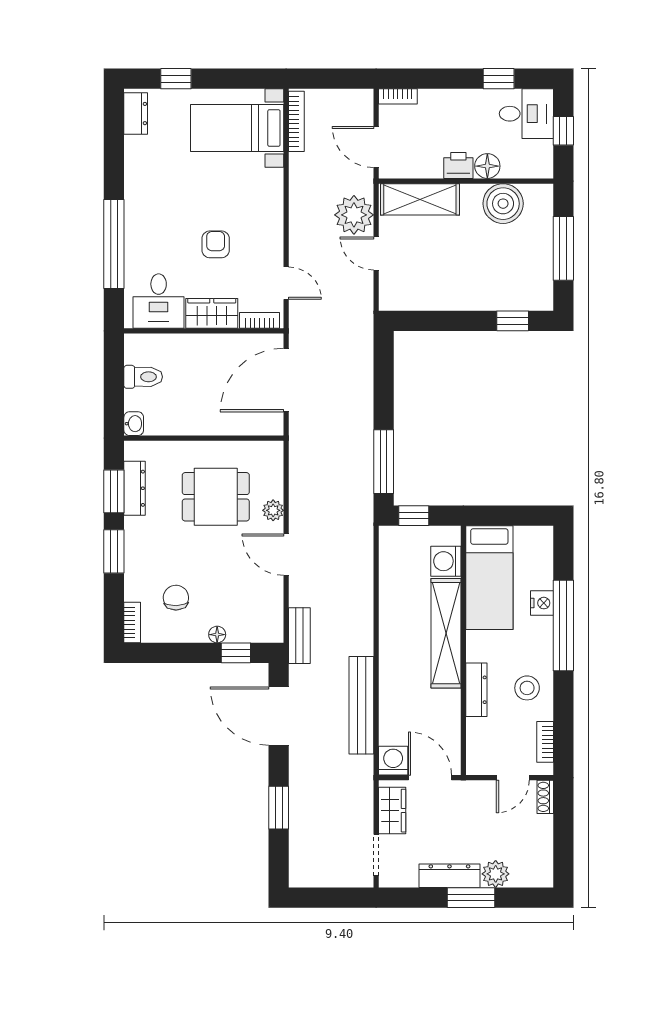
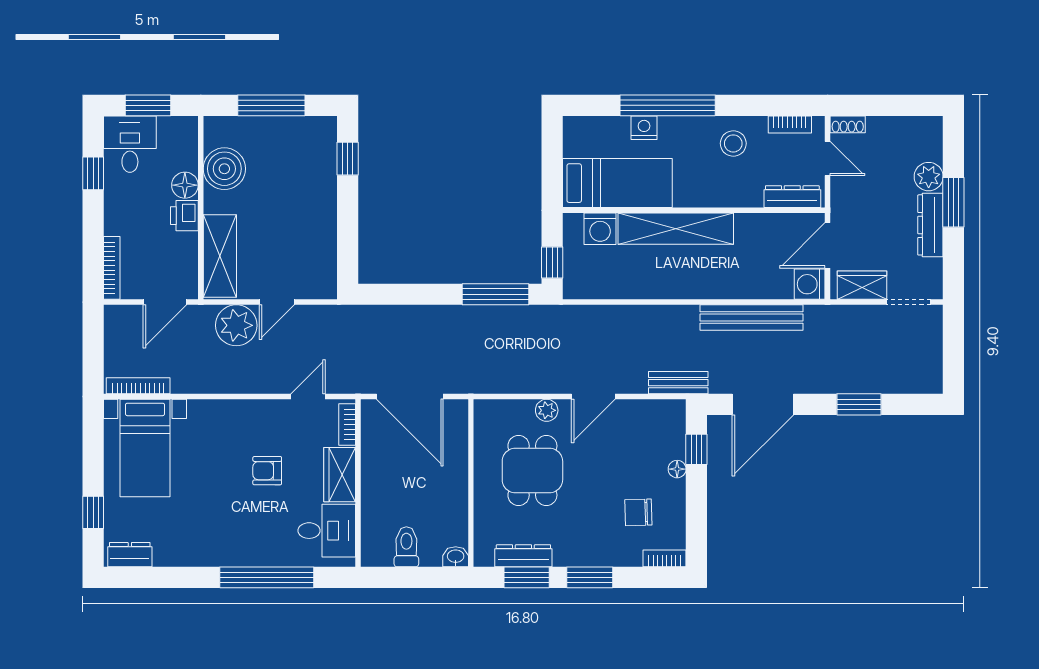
bookcase: (398, 96) -> (112, 268), width x1.56
window: (563, 131) -> (148, 105), width x1.50
dresser: (476, 690) -> (792, 197), moved

